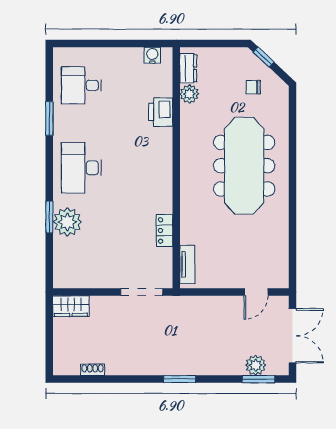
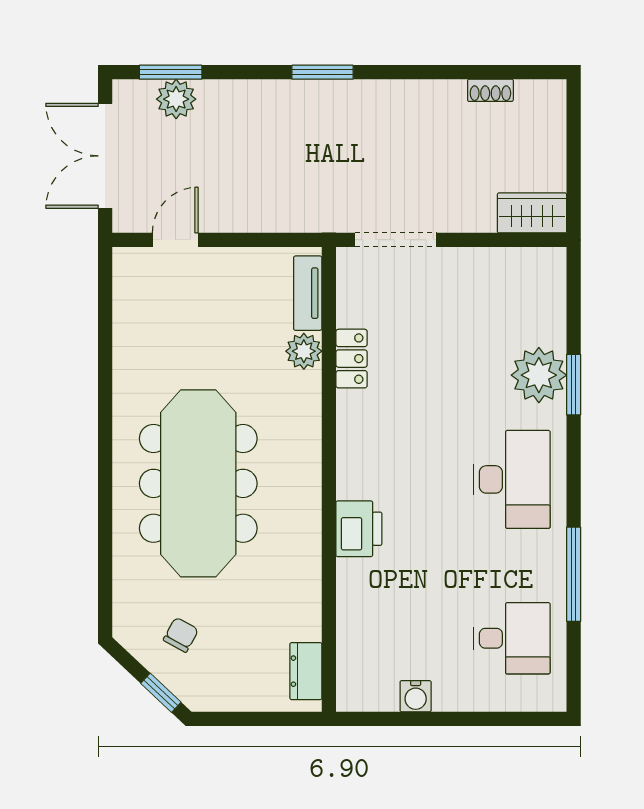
water cooler: (152, 55) -> (416, 696), moved
chair: (253, 87) -> (181, 635), turned -61
plant: (189, 94) -> (304, 351), moved
printer: (161, 112) -> (359, 529), moved
window: (49, 119) -> (574, 574), width x1.44

